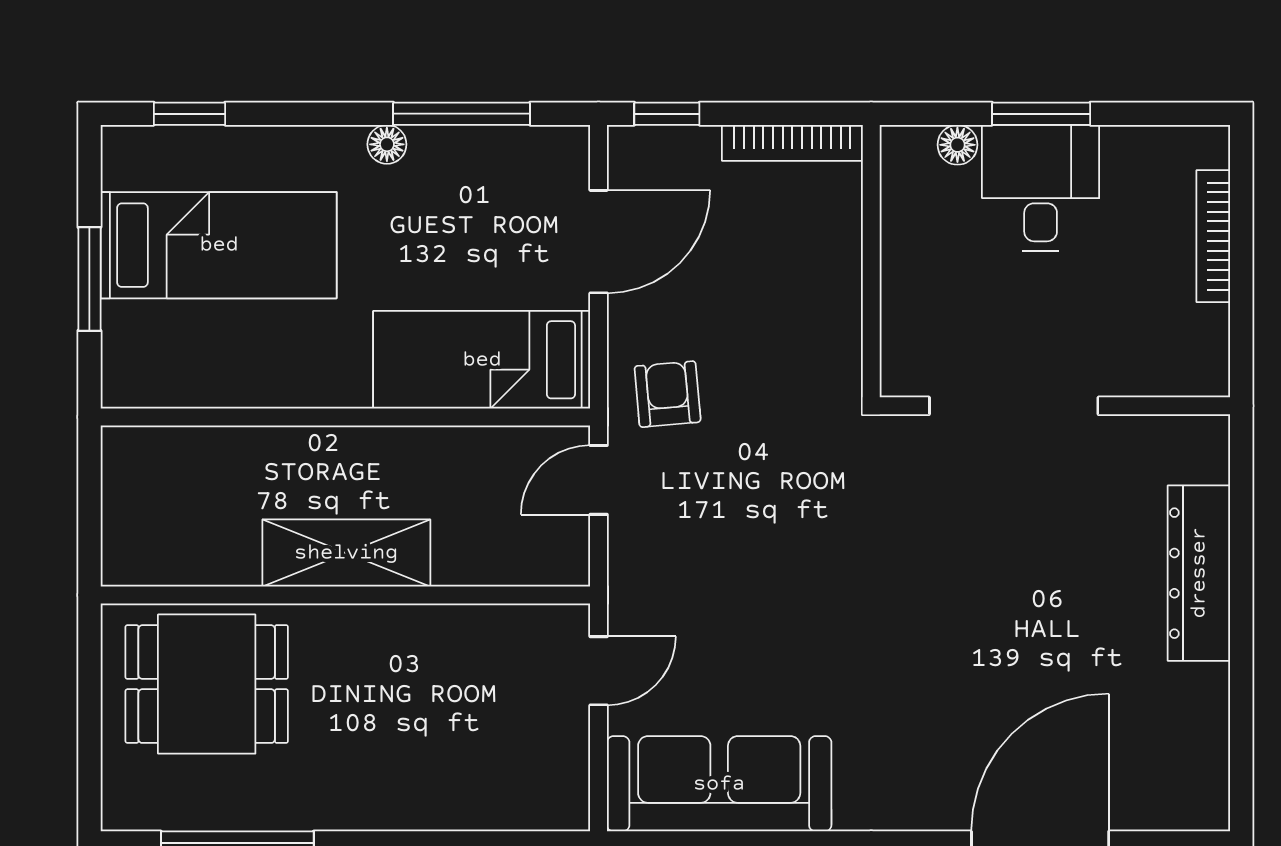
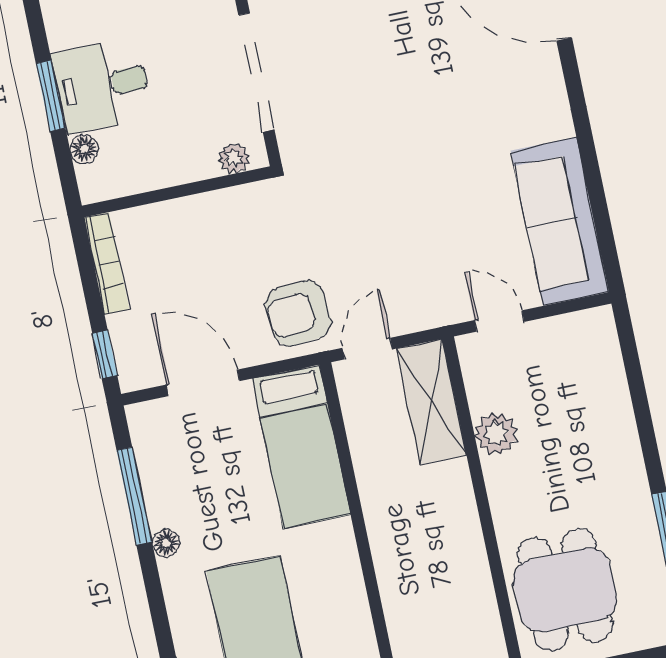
plant: (901, 350) -> (234, 158), added
armchair: (668, 394) -> (298, 313), width x1.38, depth x1.38
door: (599, 480) -> (367, 349), swing flipped
shelving: (346, 553) -> (431, 402), moved
plant: (443, 634) -> (496, 434), added

